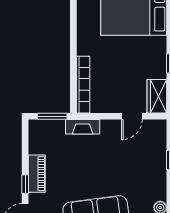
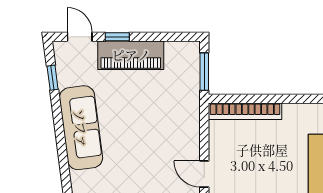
fireplace: (83, 127) -> (191, 111), removed
piano: (37, 174) -> (131, 55), width x1.37, depth x1.33

